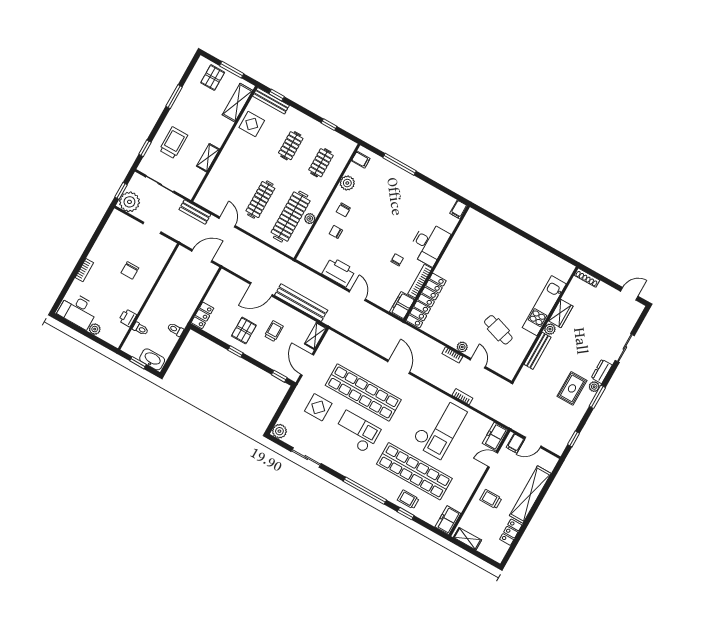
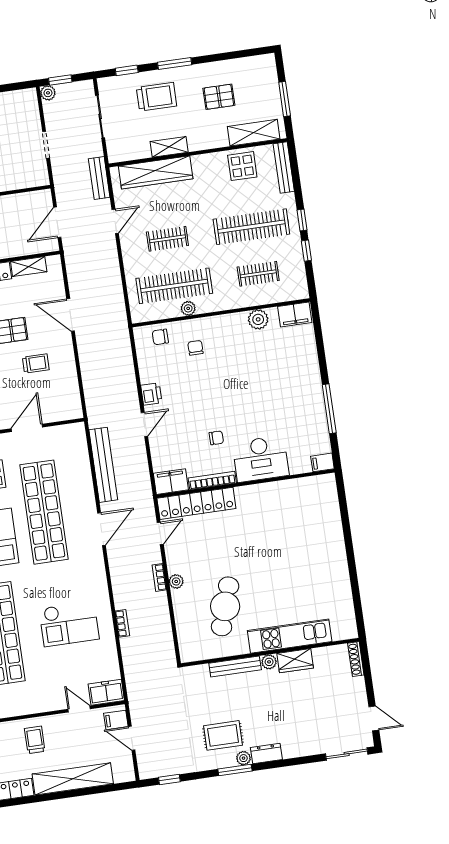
pallet: (213, 78) -> (219, 97), moved
window: (277, 95) -> (302, 220), moved
window: (174, 97) -> (175, 63), moved
clothes rail: (291, 146) -> (251, 227), width x1.86, depth x1.31
filing cabinet: (361, 160) -> (295, 315), width x2.00
window: (399, 164) -> (329, 409), moved
wardrobe: (217, 177) -> (156, 172), added
clothes rail: (260, 200) -> (167, 239), width x0.73
plant: (129, 202) -> (48, 93), width x0.53, depth x0.53
chair: (343, 210) -> (160, 337), moved
door: (202, 256) -> (57, 222), swing flipped
printer: (339, 272) -> (151, 394), width x0.53, depth x0.68
bench: (301, 303) -> (103, 465), moved
cafe table: (498, 330) -> (225, 606), width x1.37, depth x1.35
shelving: (315, 336) -> (29, 267), moved
sliding door: (625, 348) -> (347, 754), moved
door: (478, 363) -> (160, 533), moved
checkout: (439, 428) -> (69, 624), width x0.73, depth x0.83

